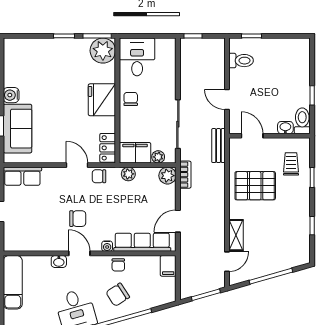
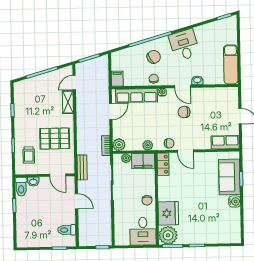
fridge: (102, 100) -> (168, 213), moved

